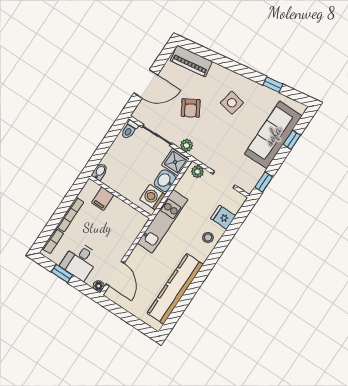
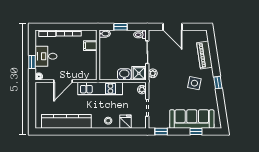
piano: (191, 61) -> (205, 55), moved
window: (273, 85) -> (218, 83), moved
armchair: (191, 108) -> (176, 62), removed
window: (104, 147) -> (120, 27), added
washing machine: (153, 197) -> (110, 74), removed
door: (115, 273) -> (63, 81), moved
window: (62, 274) -> (32, 62), moved

